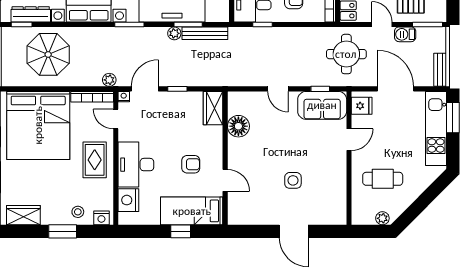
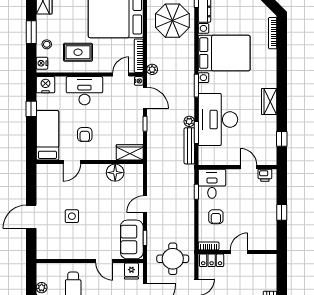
rug: (95, 160) -> (78, 52), moved
nightstand: (128, 200) -> (46, 85), moved
window: (181, 231) -> (31, 109), moved

